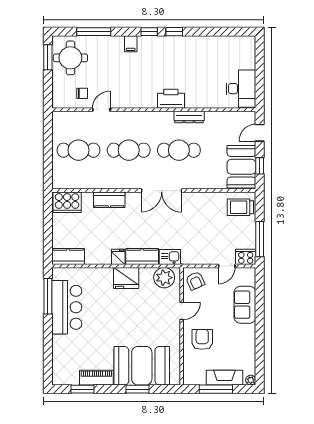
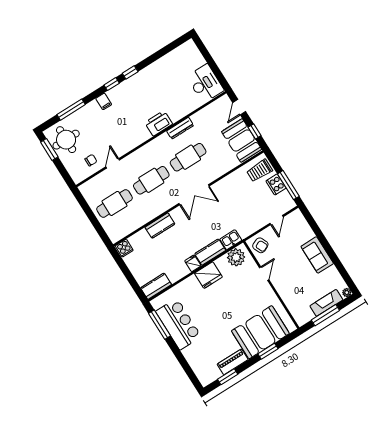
cooker: (67, 202) -> (124, 248), width x0.53, depth x0.76
cooker: (246, 257) -> (276, 184), moved, turned -90
sofa: (245, 305) -> (317, 255), moved
armchair: (202, 339) -> (292, 285), removed

